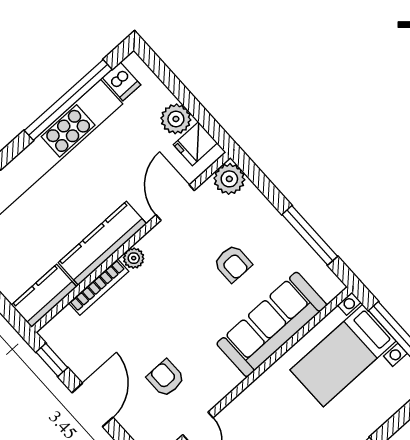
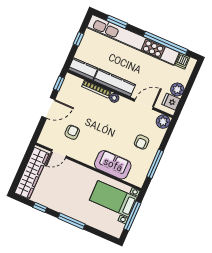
armchair: (233, 263) -> (142, 142), moved
sofa: (272, 324) -> (113, 165), width x0.73

